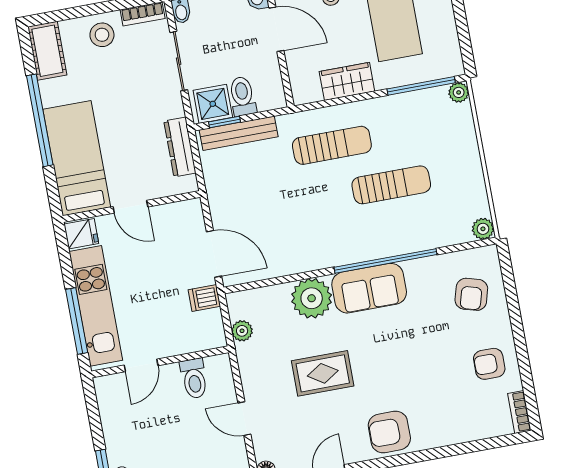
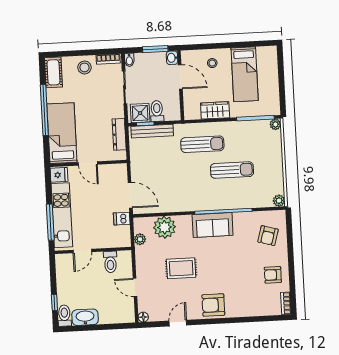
plant: (312, 298) -> (165, 227), moved

